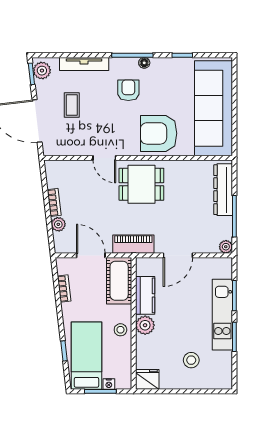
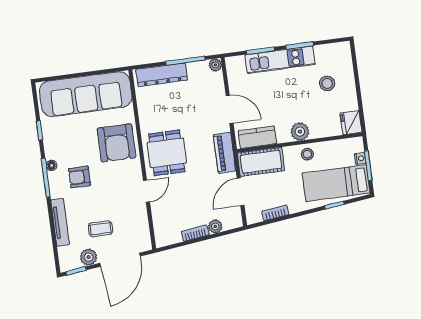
plant: (42, 71) -> (89, 257), moved
kitchen counter: (145, 295) -> (257, 137), moved

